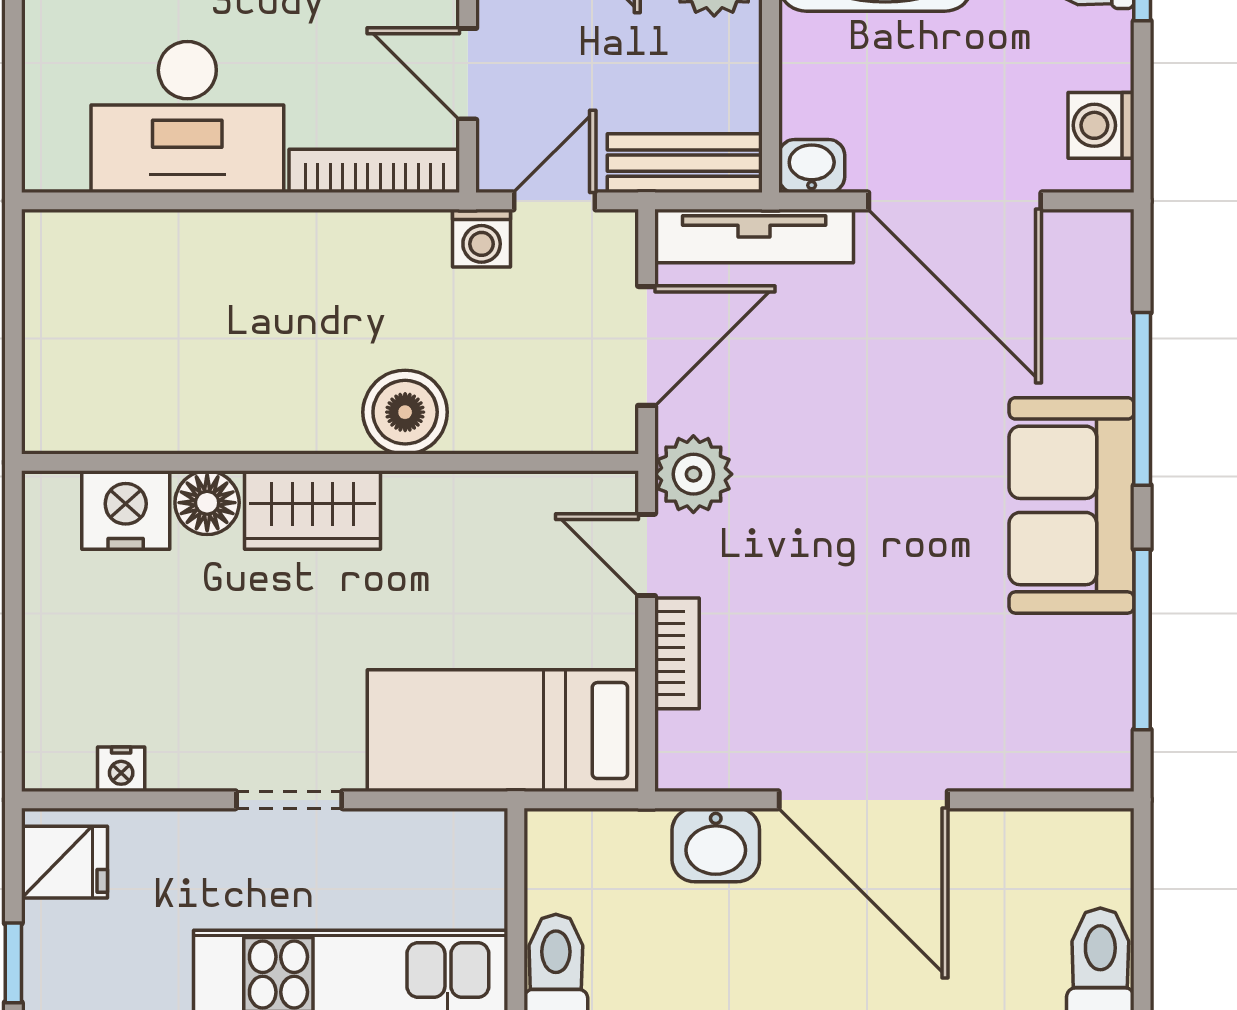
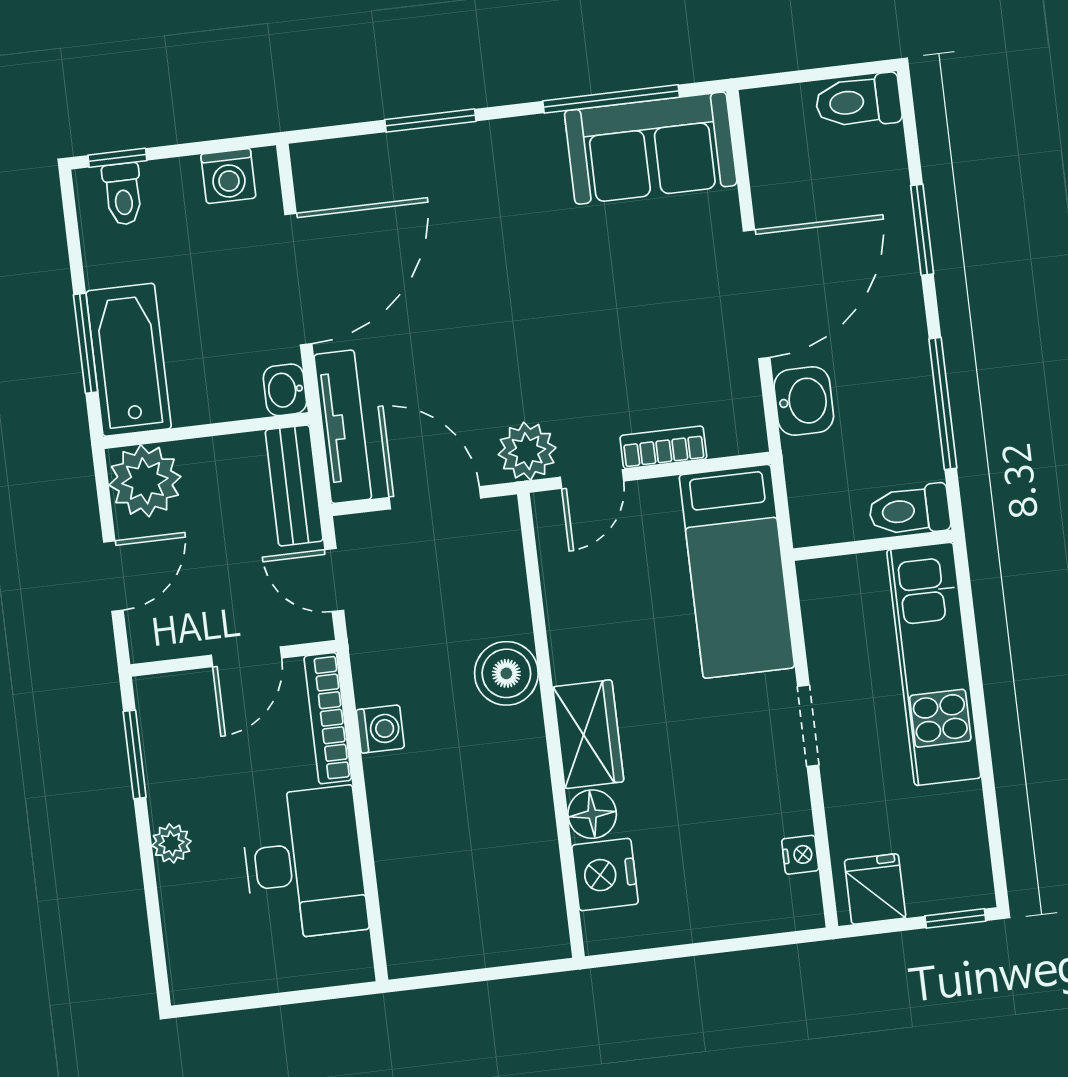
washing machine: (482, 238) -> (380, 729), moved
window: (1142, 399) -> (430, 121), width x0.69
sofa: (1072, 505) -> (651, 148), moved

